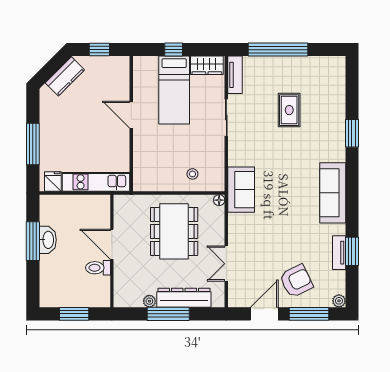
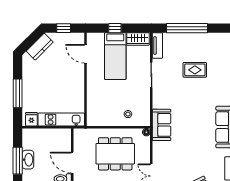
rug: (289, 110) -> (195, 70), turned 90
door: (131, 115) -> (86, 54), moved
dining table: (174, 231) -> (115, 154), turned 90

